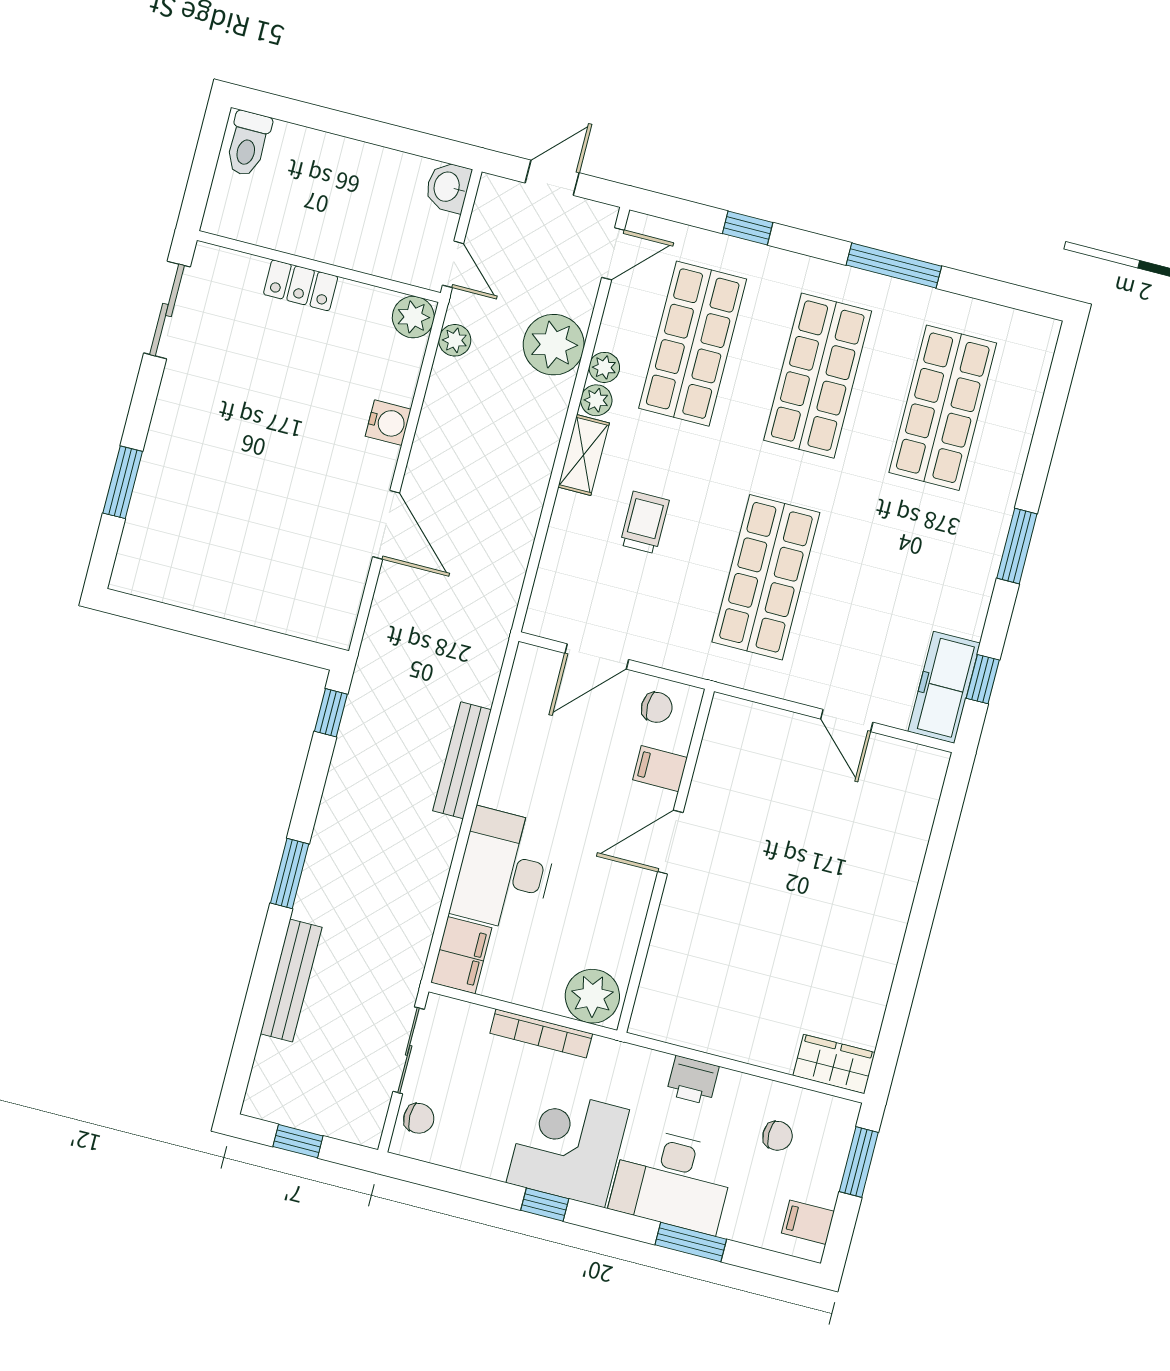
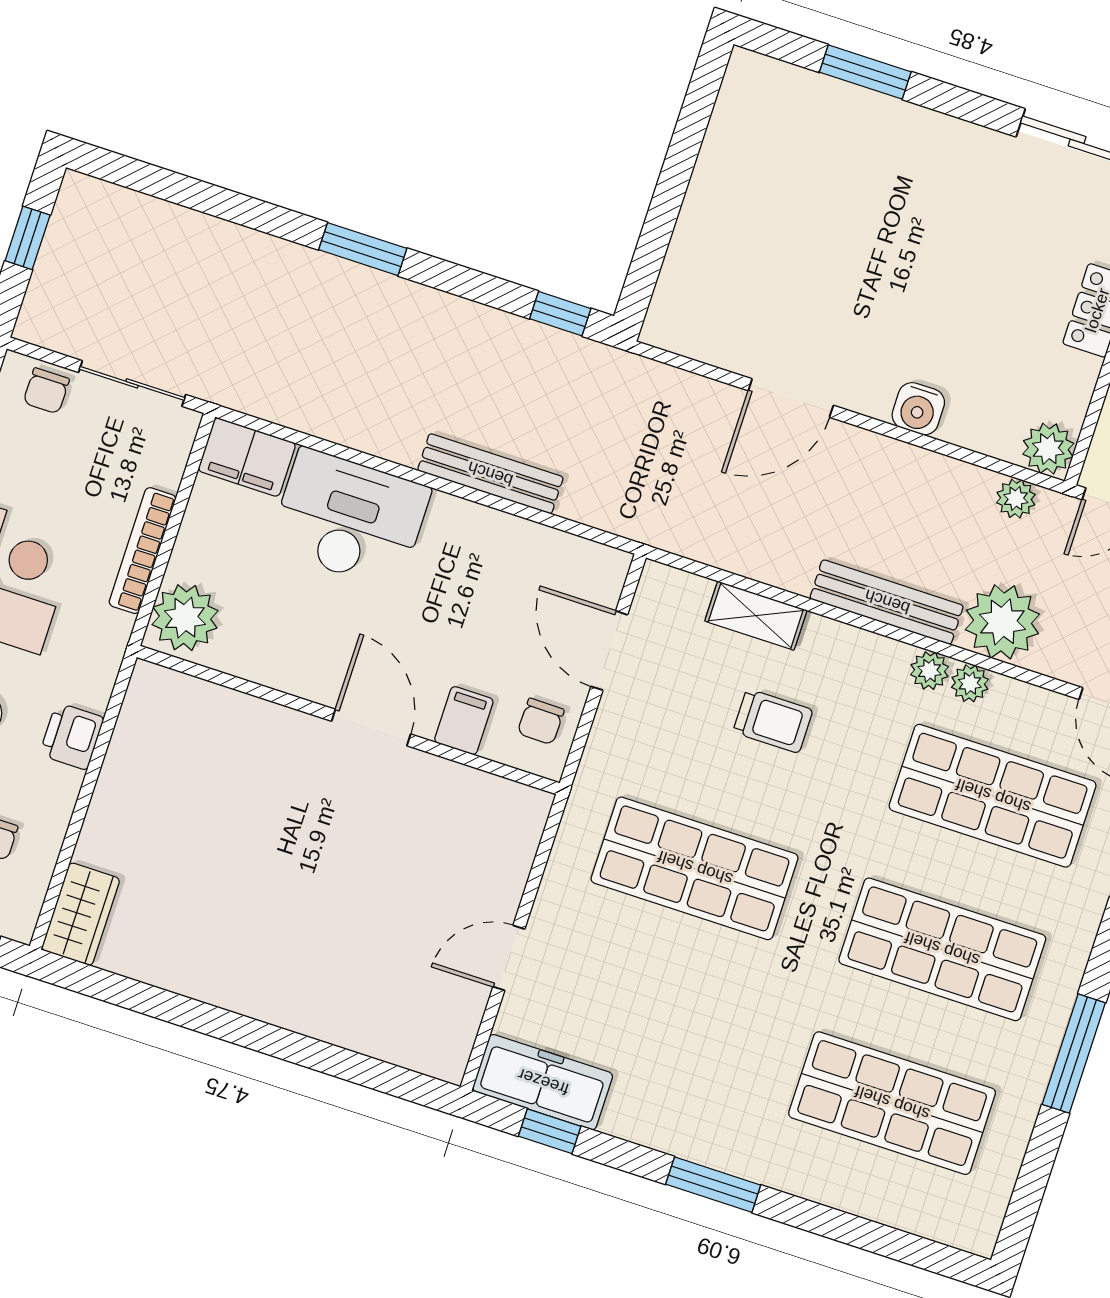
shelving: (584, 455) -> (756, 616), moved
bench: (291, 980) -> (887, 602), moved

